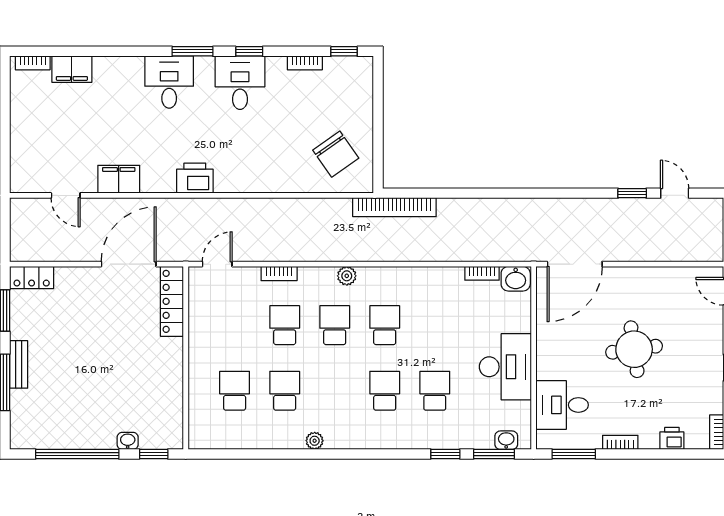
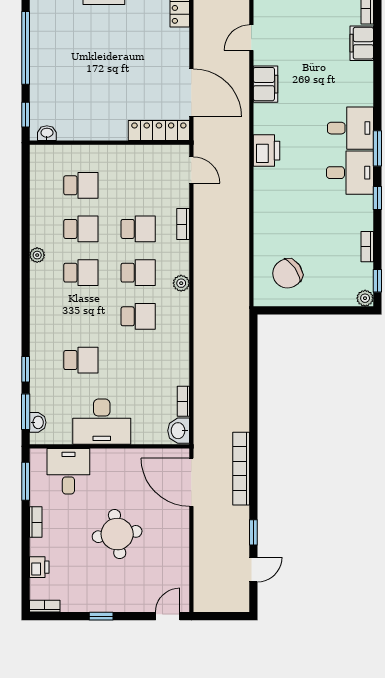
plant: (364, 65) -> (365, 298), added
desk: (240, 83) -> (350, 173), moved
bookcase: (394, 207) -> (241, 469), moved
school desk: (385, 391) -> (81, 273), moved
washbasin: (128, 441) -> (47, 133), moved, turned -90

